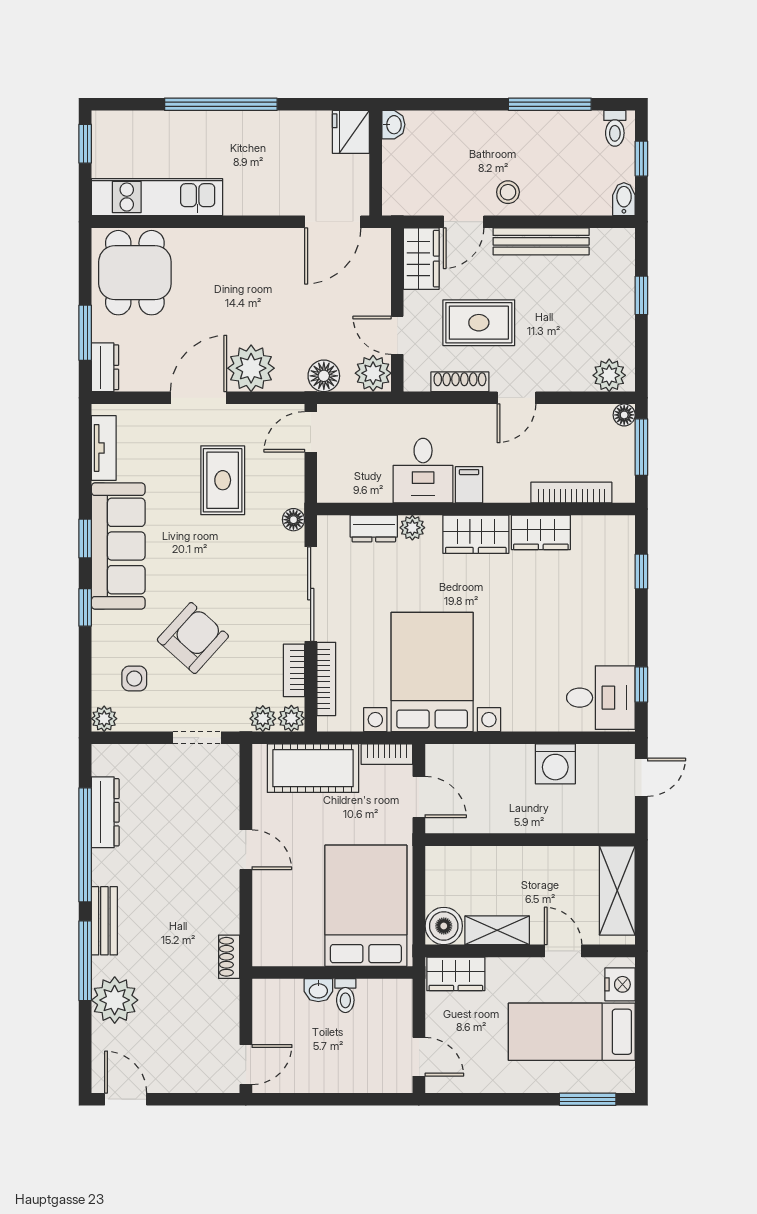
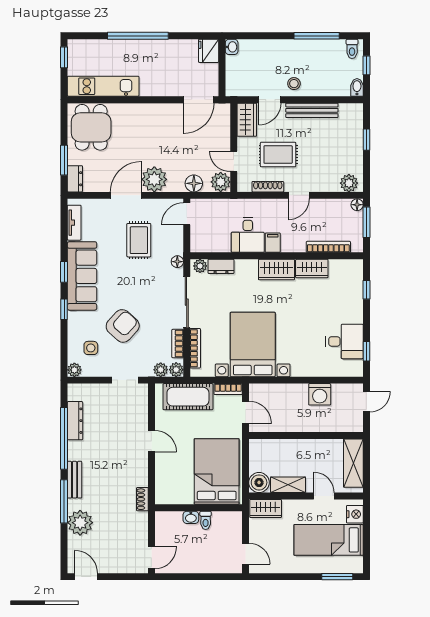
plant: (412, 528) -> (200, 266), moved
desk: (601, 698) -> (344, 341), moved

